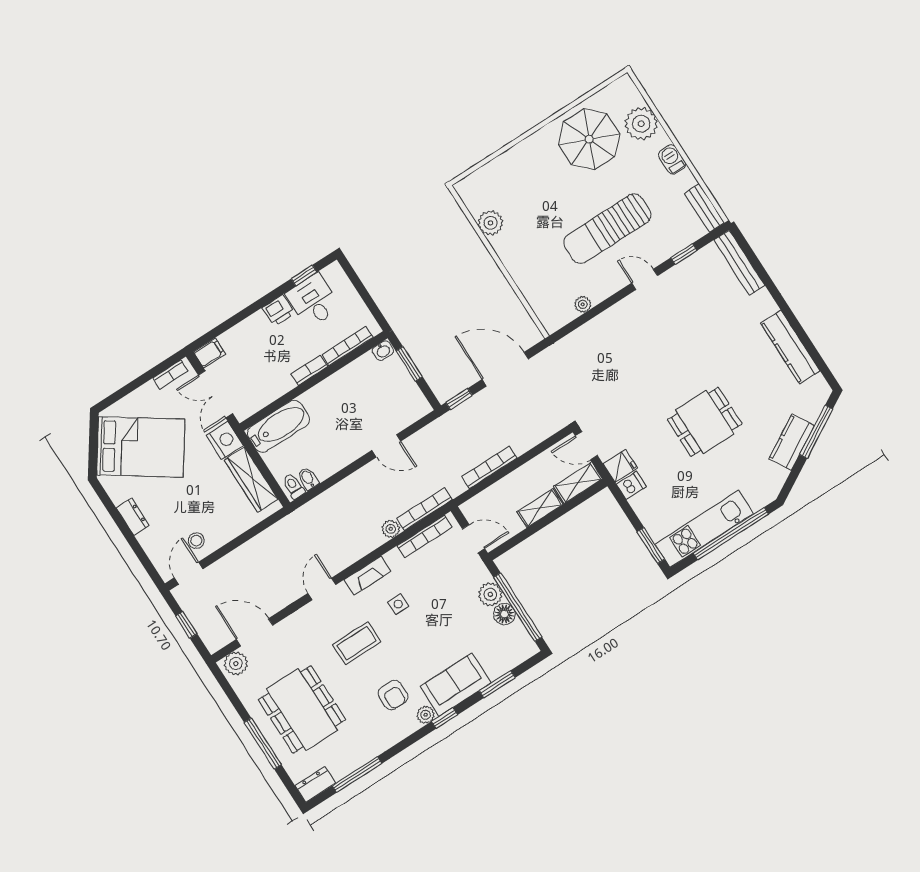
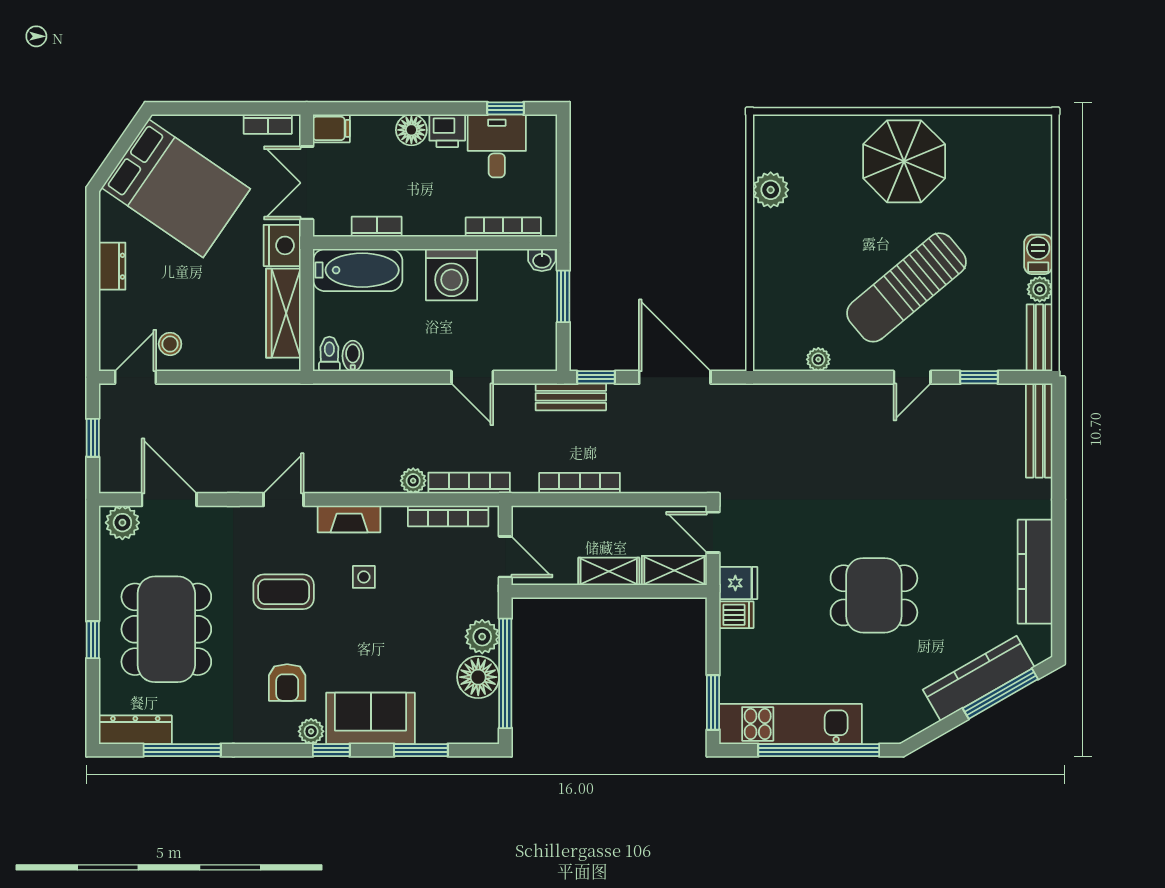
plant: (641, 124) -> (1040, 289), moved, width x0.53, depth x0.53
parasol: (589, 139) -> (904, 161), moved
sun lounger: (607, 229) -> (906, 287), turned -40
door: (645, 279) -> (912, 377), swing flipped
floor lamp: (257, 324) -> (411, 130), added
bookcase: (309, 370) -> (377, 227), moved
washing machine: (335, 393) -> (452, 275), added
bench: (452, 420) -> (571, 397), added
kitchen counter: (792, 442) -> (979, 678), width x1.50
floor lamp: (504, 614) -> (478, 677), width x1.38, depth x1.38
window: (263, 744) -> (93, 640), width x0.46
dresser: (315, 784) -> (135, 730), width x1.44

